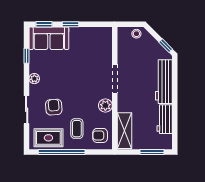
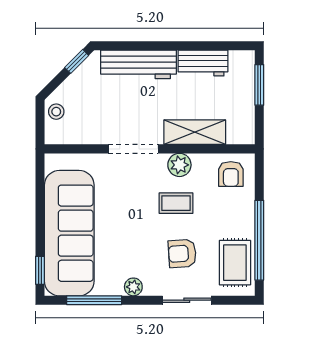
window: (70, 24) -> (40, 225), removed
sofa: (49, 38) -> (69, 233), width x1.85, depth x1.27
window: (27, 56) -> (94, 300), width x2.17
coffee table: (77, 129) -> (176, 203), moved
shelving: (124, 131) -> (195, 132), moved

